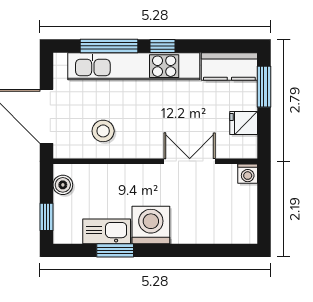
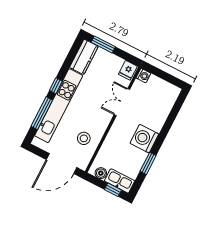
fridge: (244, 123) -> (128, 70), moved
kitchen sink: (107, 231) -> (120, 181), moved, turned 90

